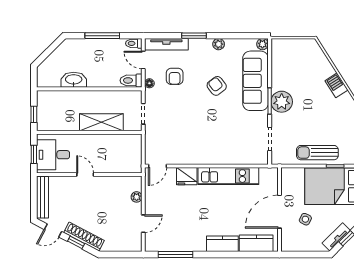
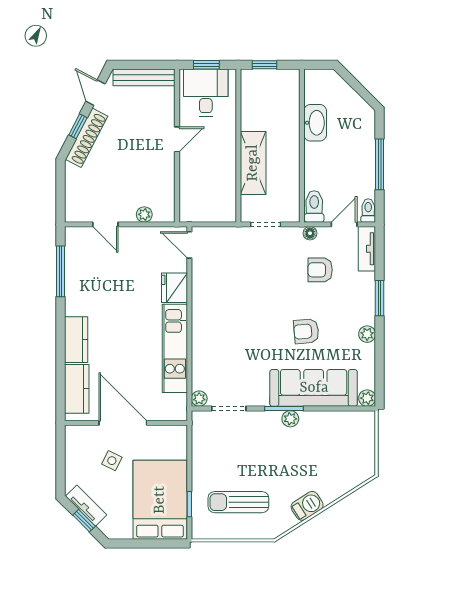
tv unit: (166, 44) -> (367, 249), width x0.71
armchair: (217, 86) -> (306, 331), turned -148
plant: (282, 102) -> (290, 419), width x0.53, depth x0.53
sun lounger: (317, 153) -> (238, 502), moved, turned -90
plant: (263, 159) -> (199, 399), added

